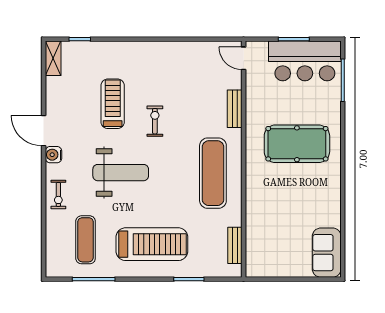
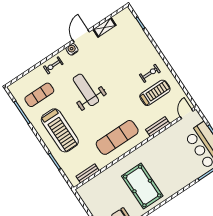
shelving: (53, 58) -> (104, 27), moved
treadmill: (113, 104) -> (155, 93), moved
exercise bike: (155, 121) -> (150, 73), moved
pool table: (297, 144) -> (142, 186), moved
weight bench: (121, 173) -> (86, 90), turned 180

